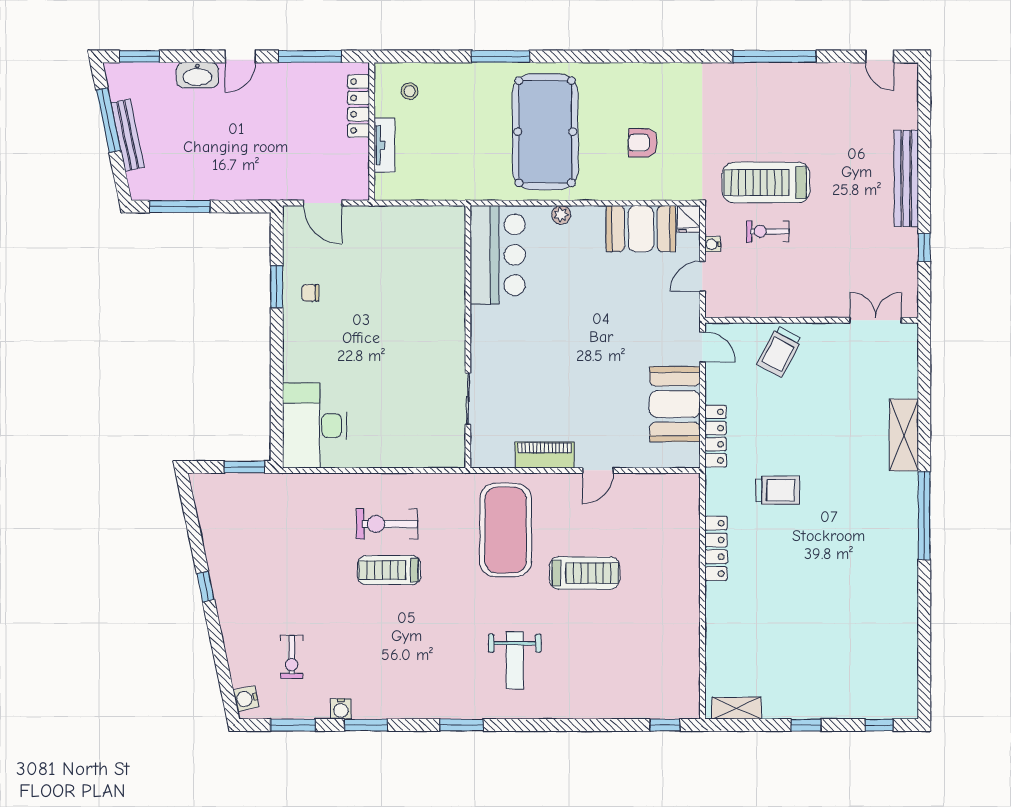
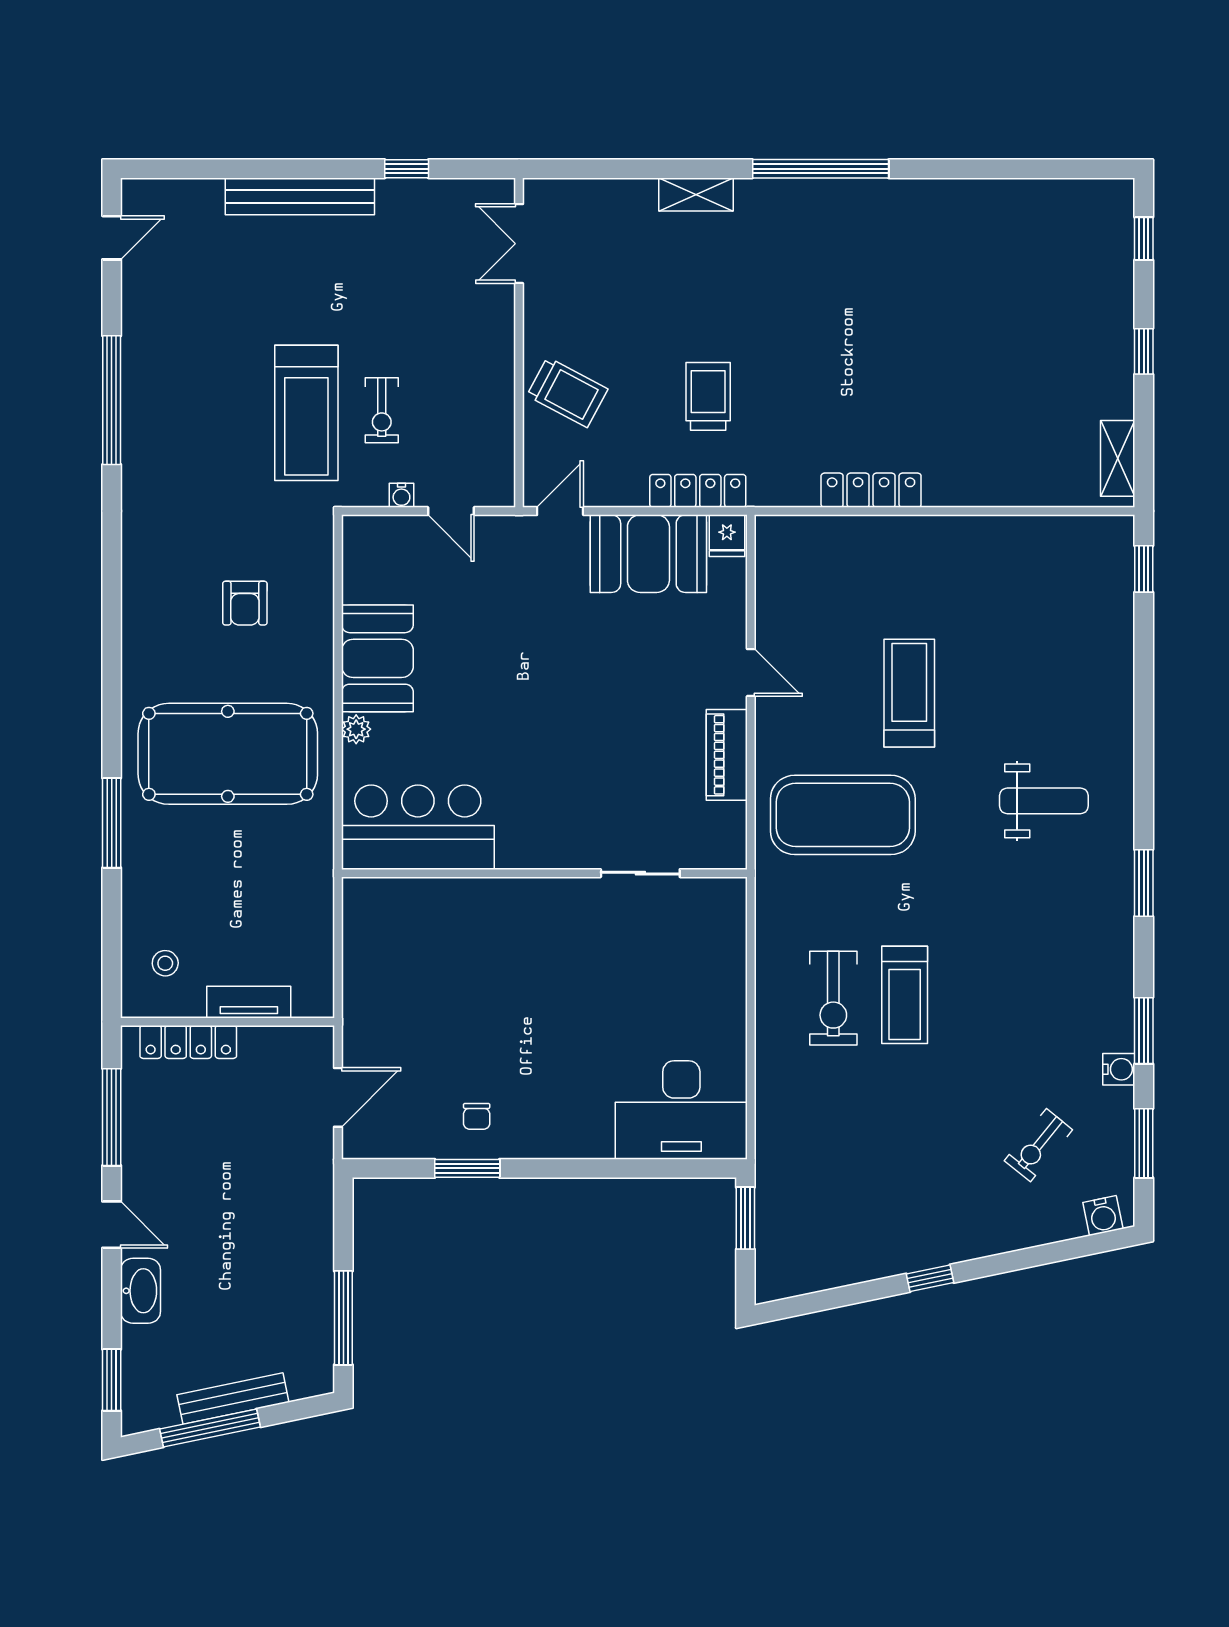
fridge: (689, 219) -> (727, 536), moved, turned 90
booth: (641, 229) -> (377, 658), moved
shelving: (904, 435) -> (696, 195), width x0.67, depth x0.75
trolley: (778, 490) -> (708, 396), moved
exercise bike: (292, 657) -> (1038, 1145), turned 129

